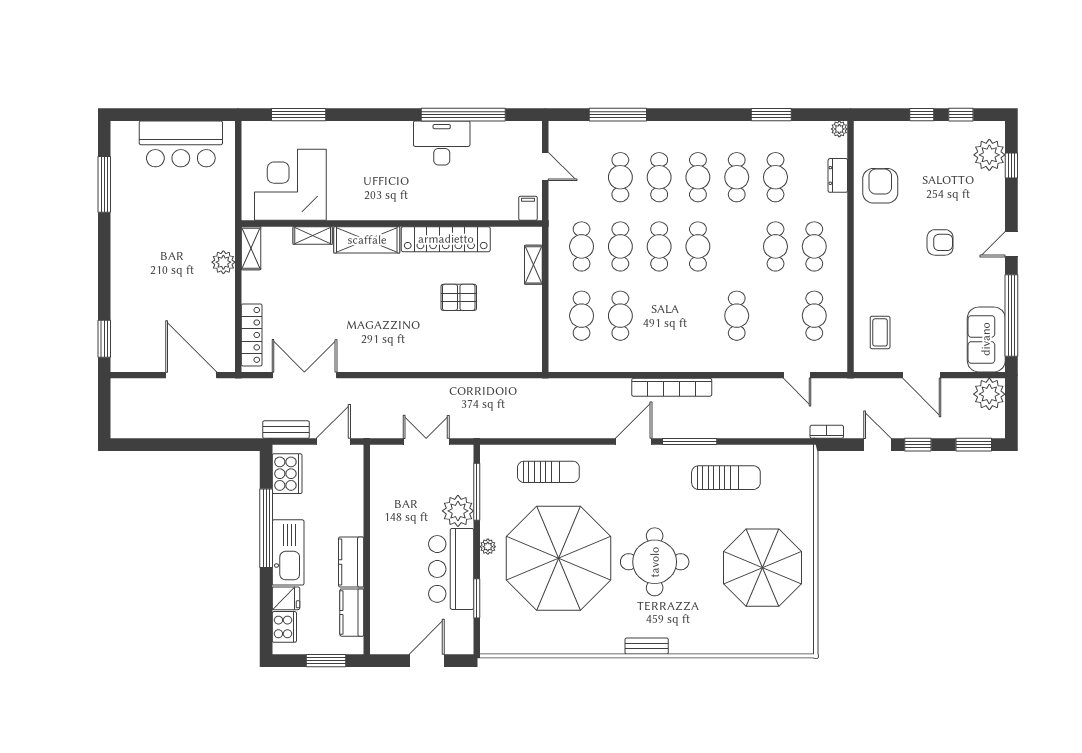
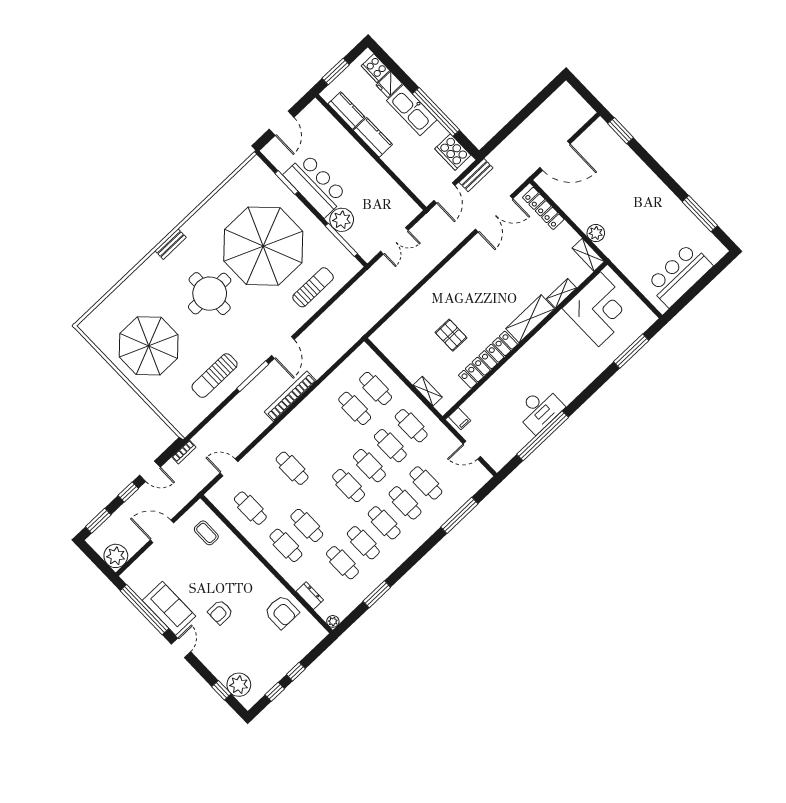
pallet: (459, 297) -> (451, 335), turned 90
sofa: (986, 339) -> (169, 608), moved
sun lounger: (548, 472) -> (313, 287), turned 180
plant: (488, 547) -> (307, 216), removed

